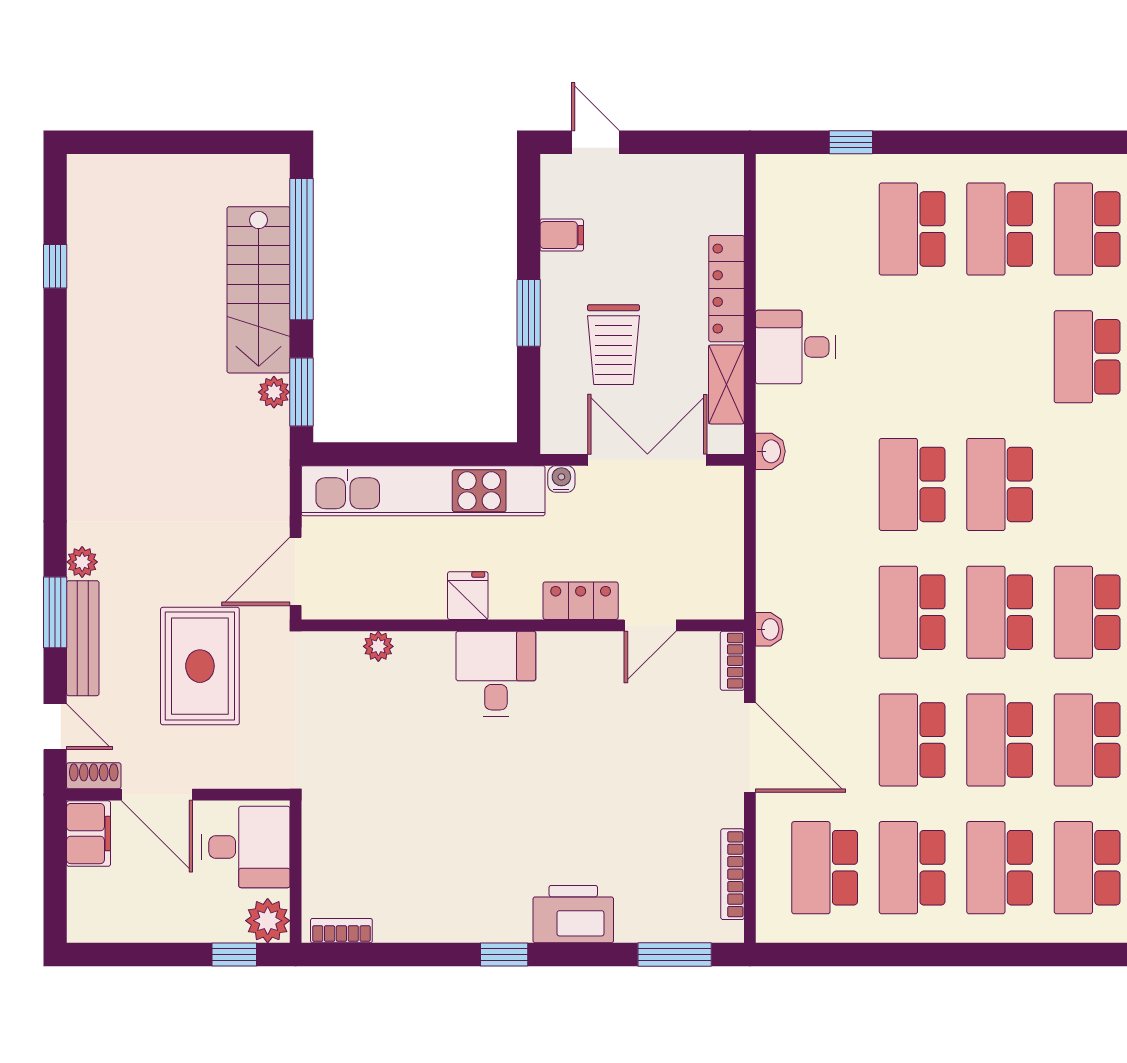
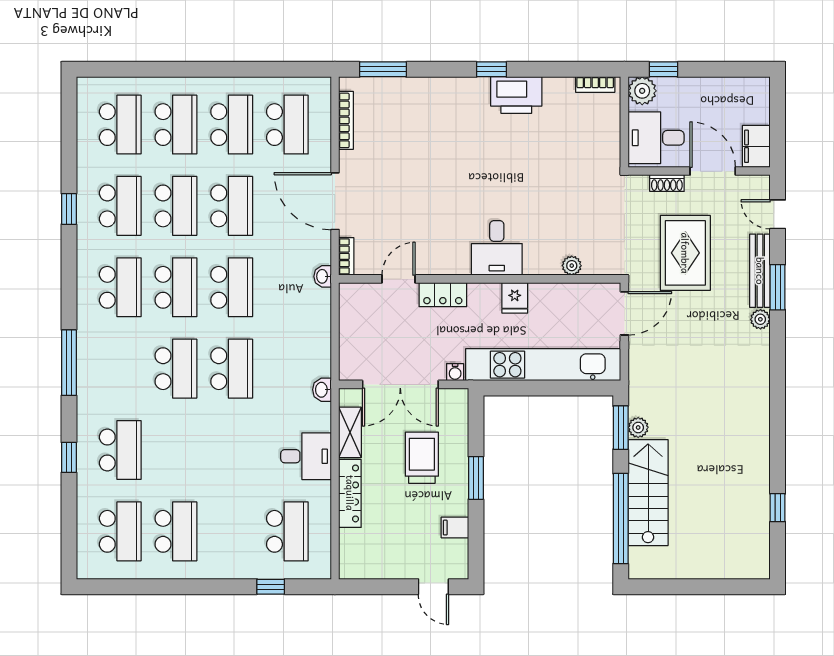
school desk: (912, 229) -> (287, 531), moved
shoe rack: (94, 776) -> (667, 183), moved
printer: (573, 914) -> (516, 95), moved

